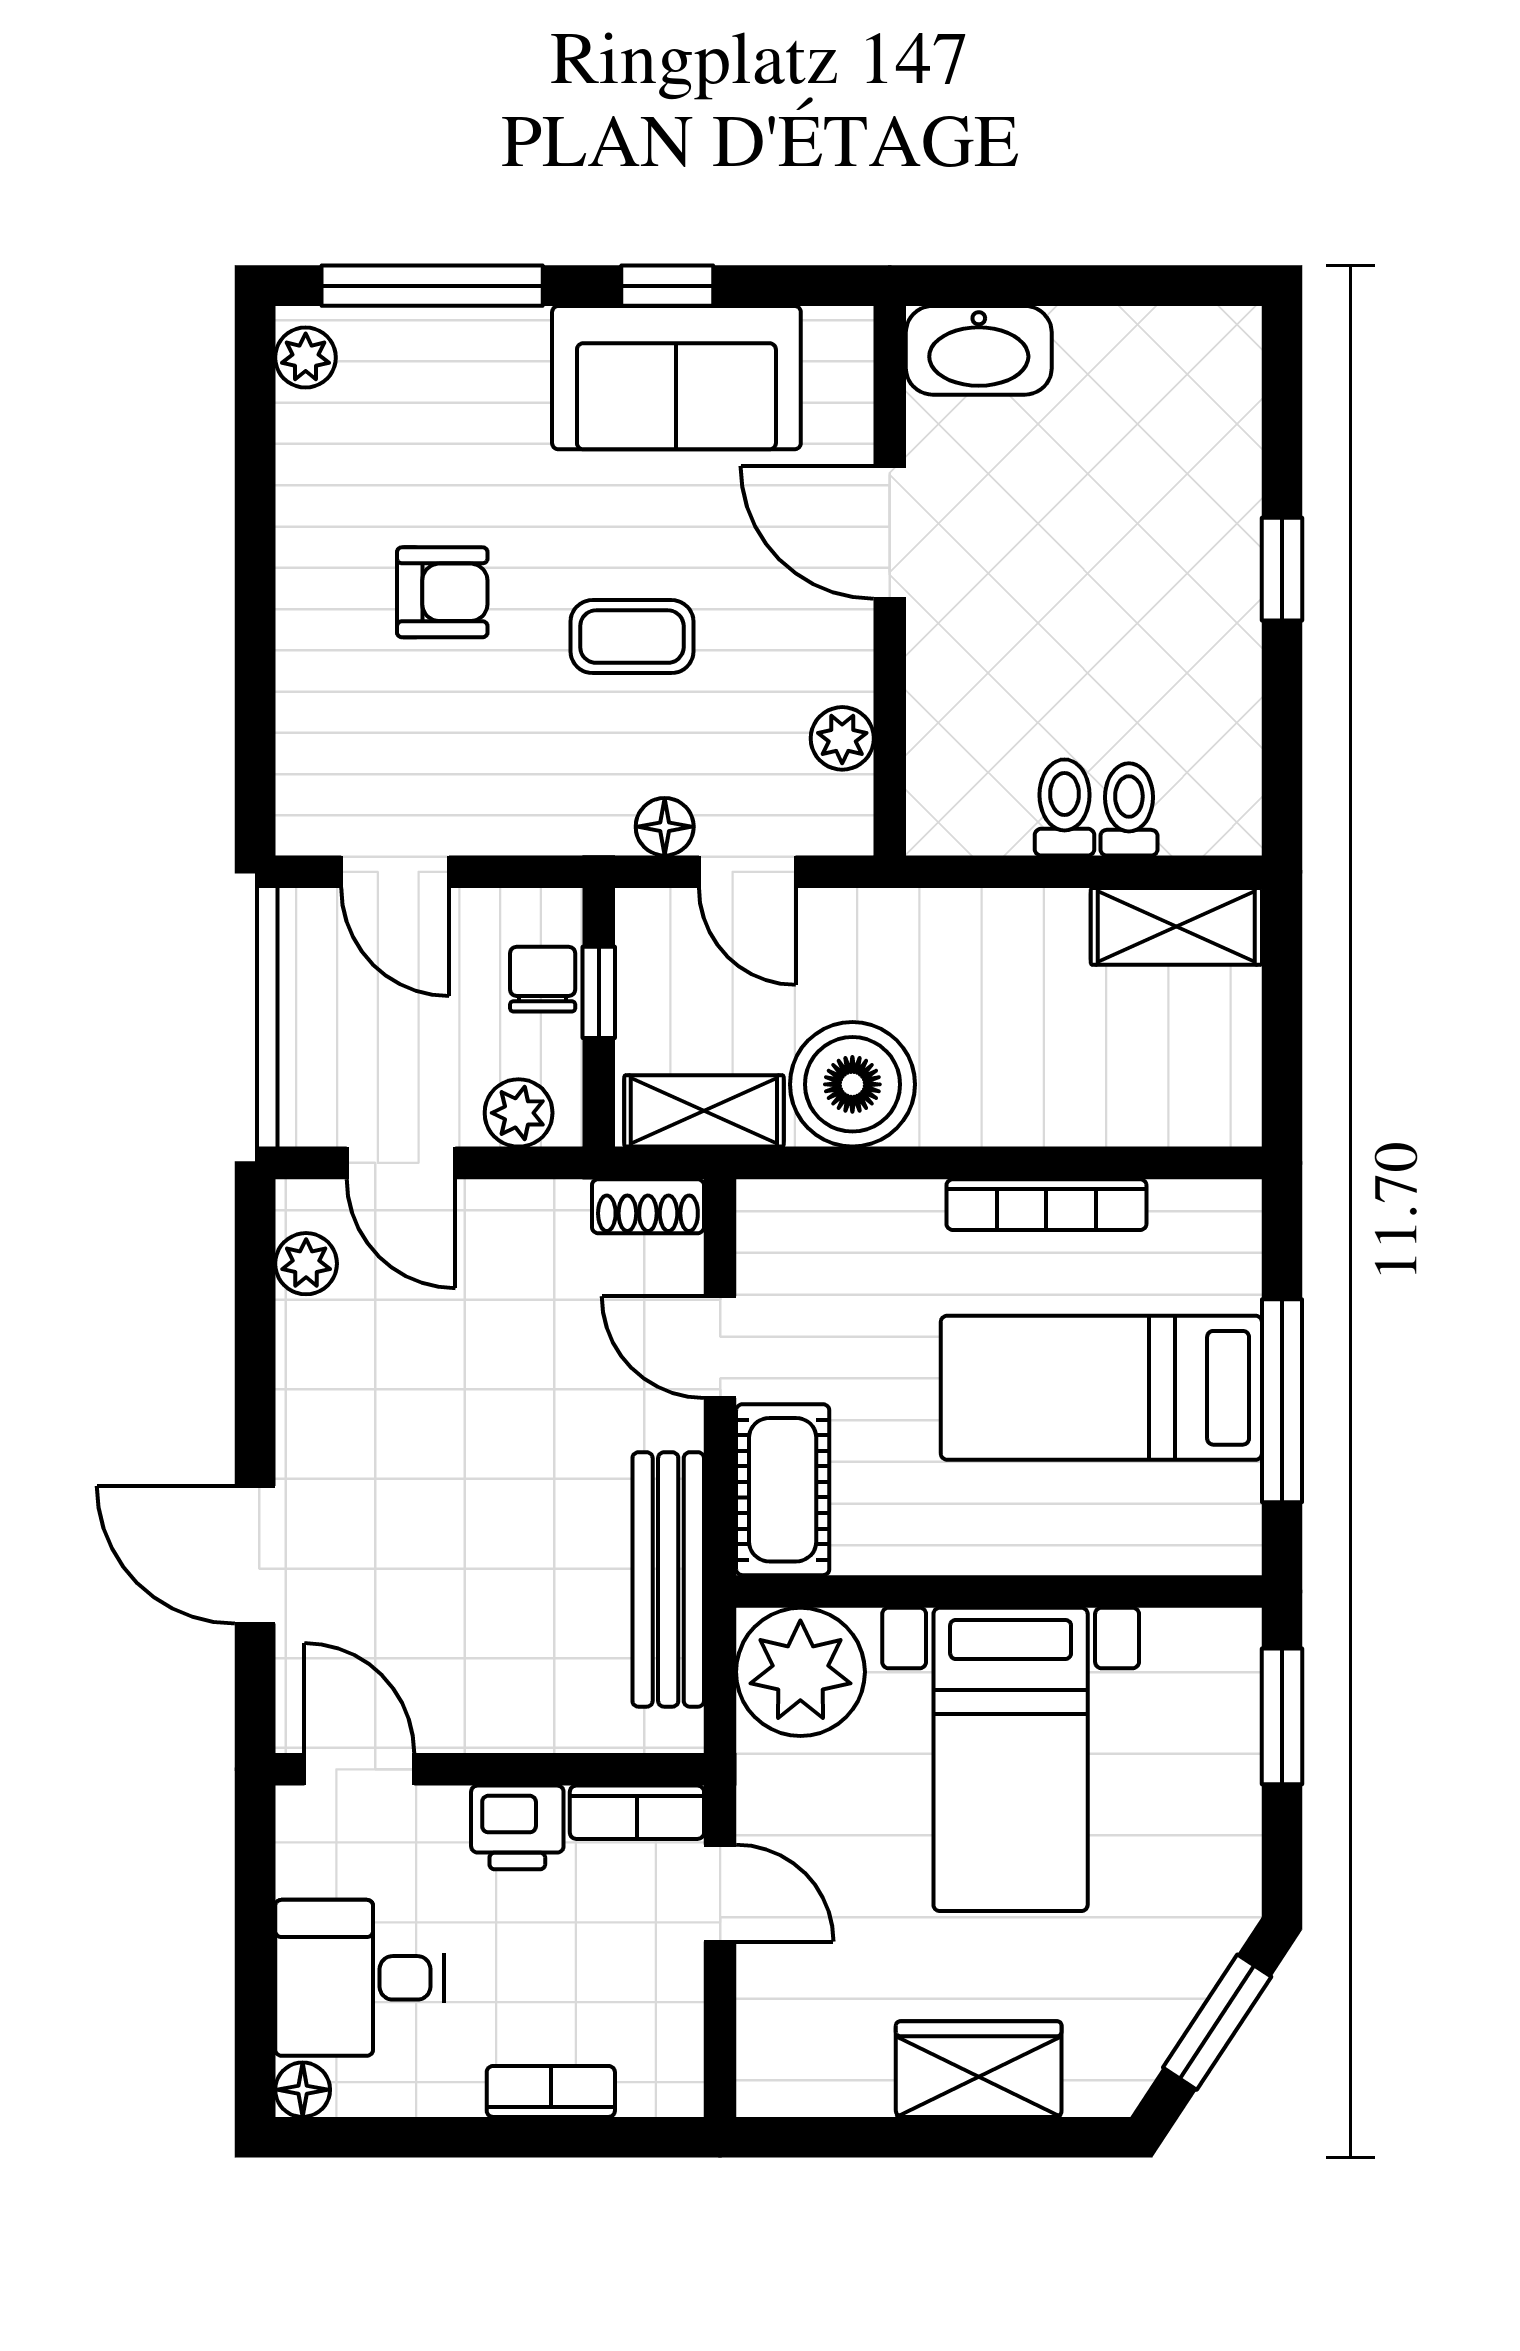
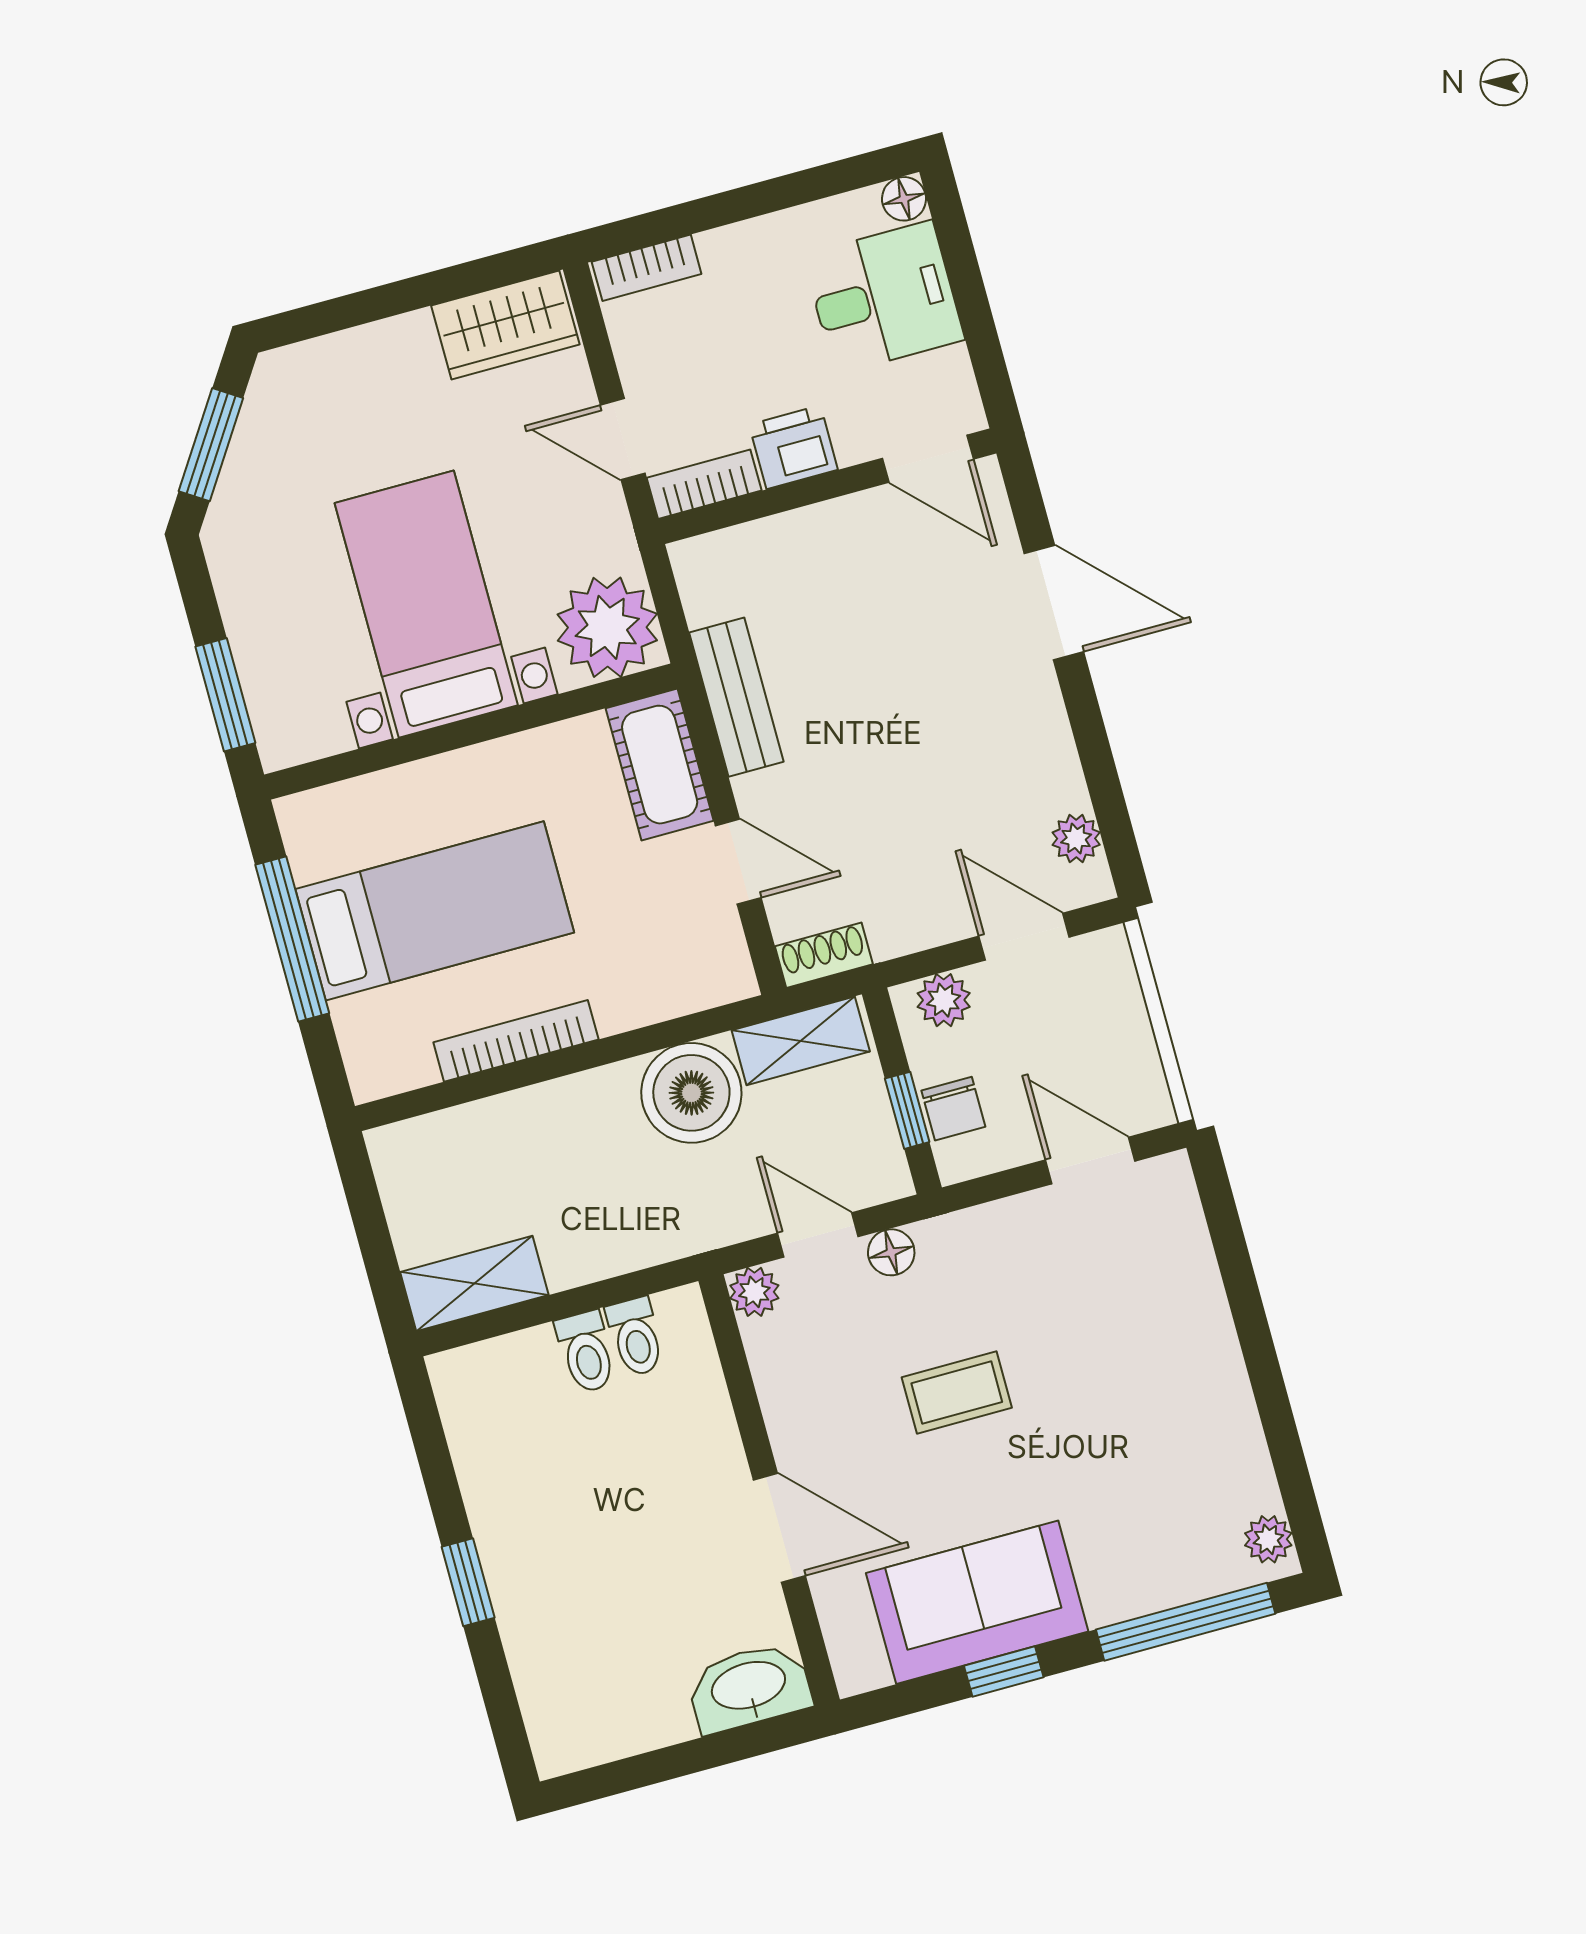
armchair: (442, 592) -> (1113, 1387), removed
plant: (842, 738) -> (754, 1292), moved
toilet: (1129, 809) -> (635, 1337), moved
bench: (668, 1579) -> (736, 697), width x0.73
wardrobe: (979, 2069) -> (505, 325), moved
bookcase: (551, 2091) -> (647, 268), moved

